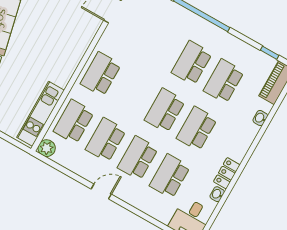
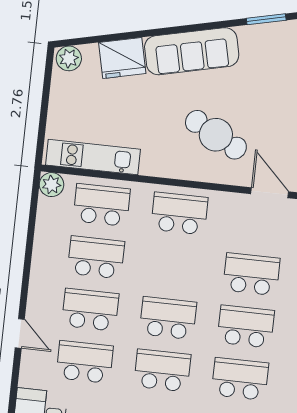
cafe table: (60, 29) -> (216, 135), added
school desk: (160, 45) -> (251, 274), added
door: (101, 192) -> (20, 333), moved

